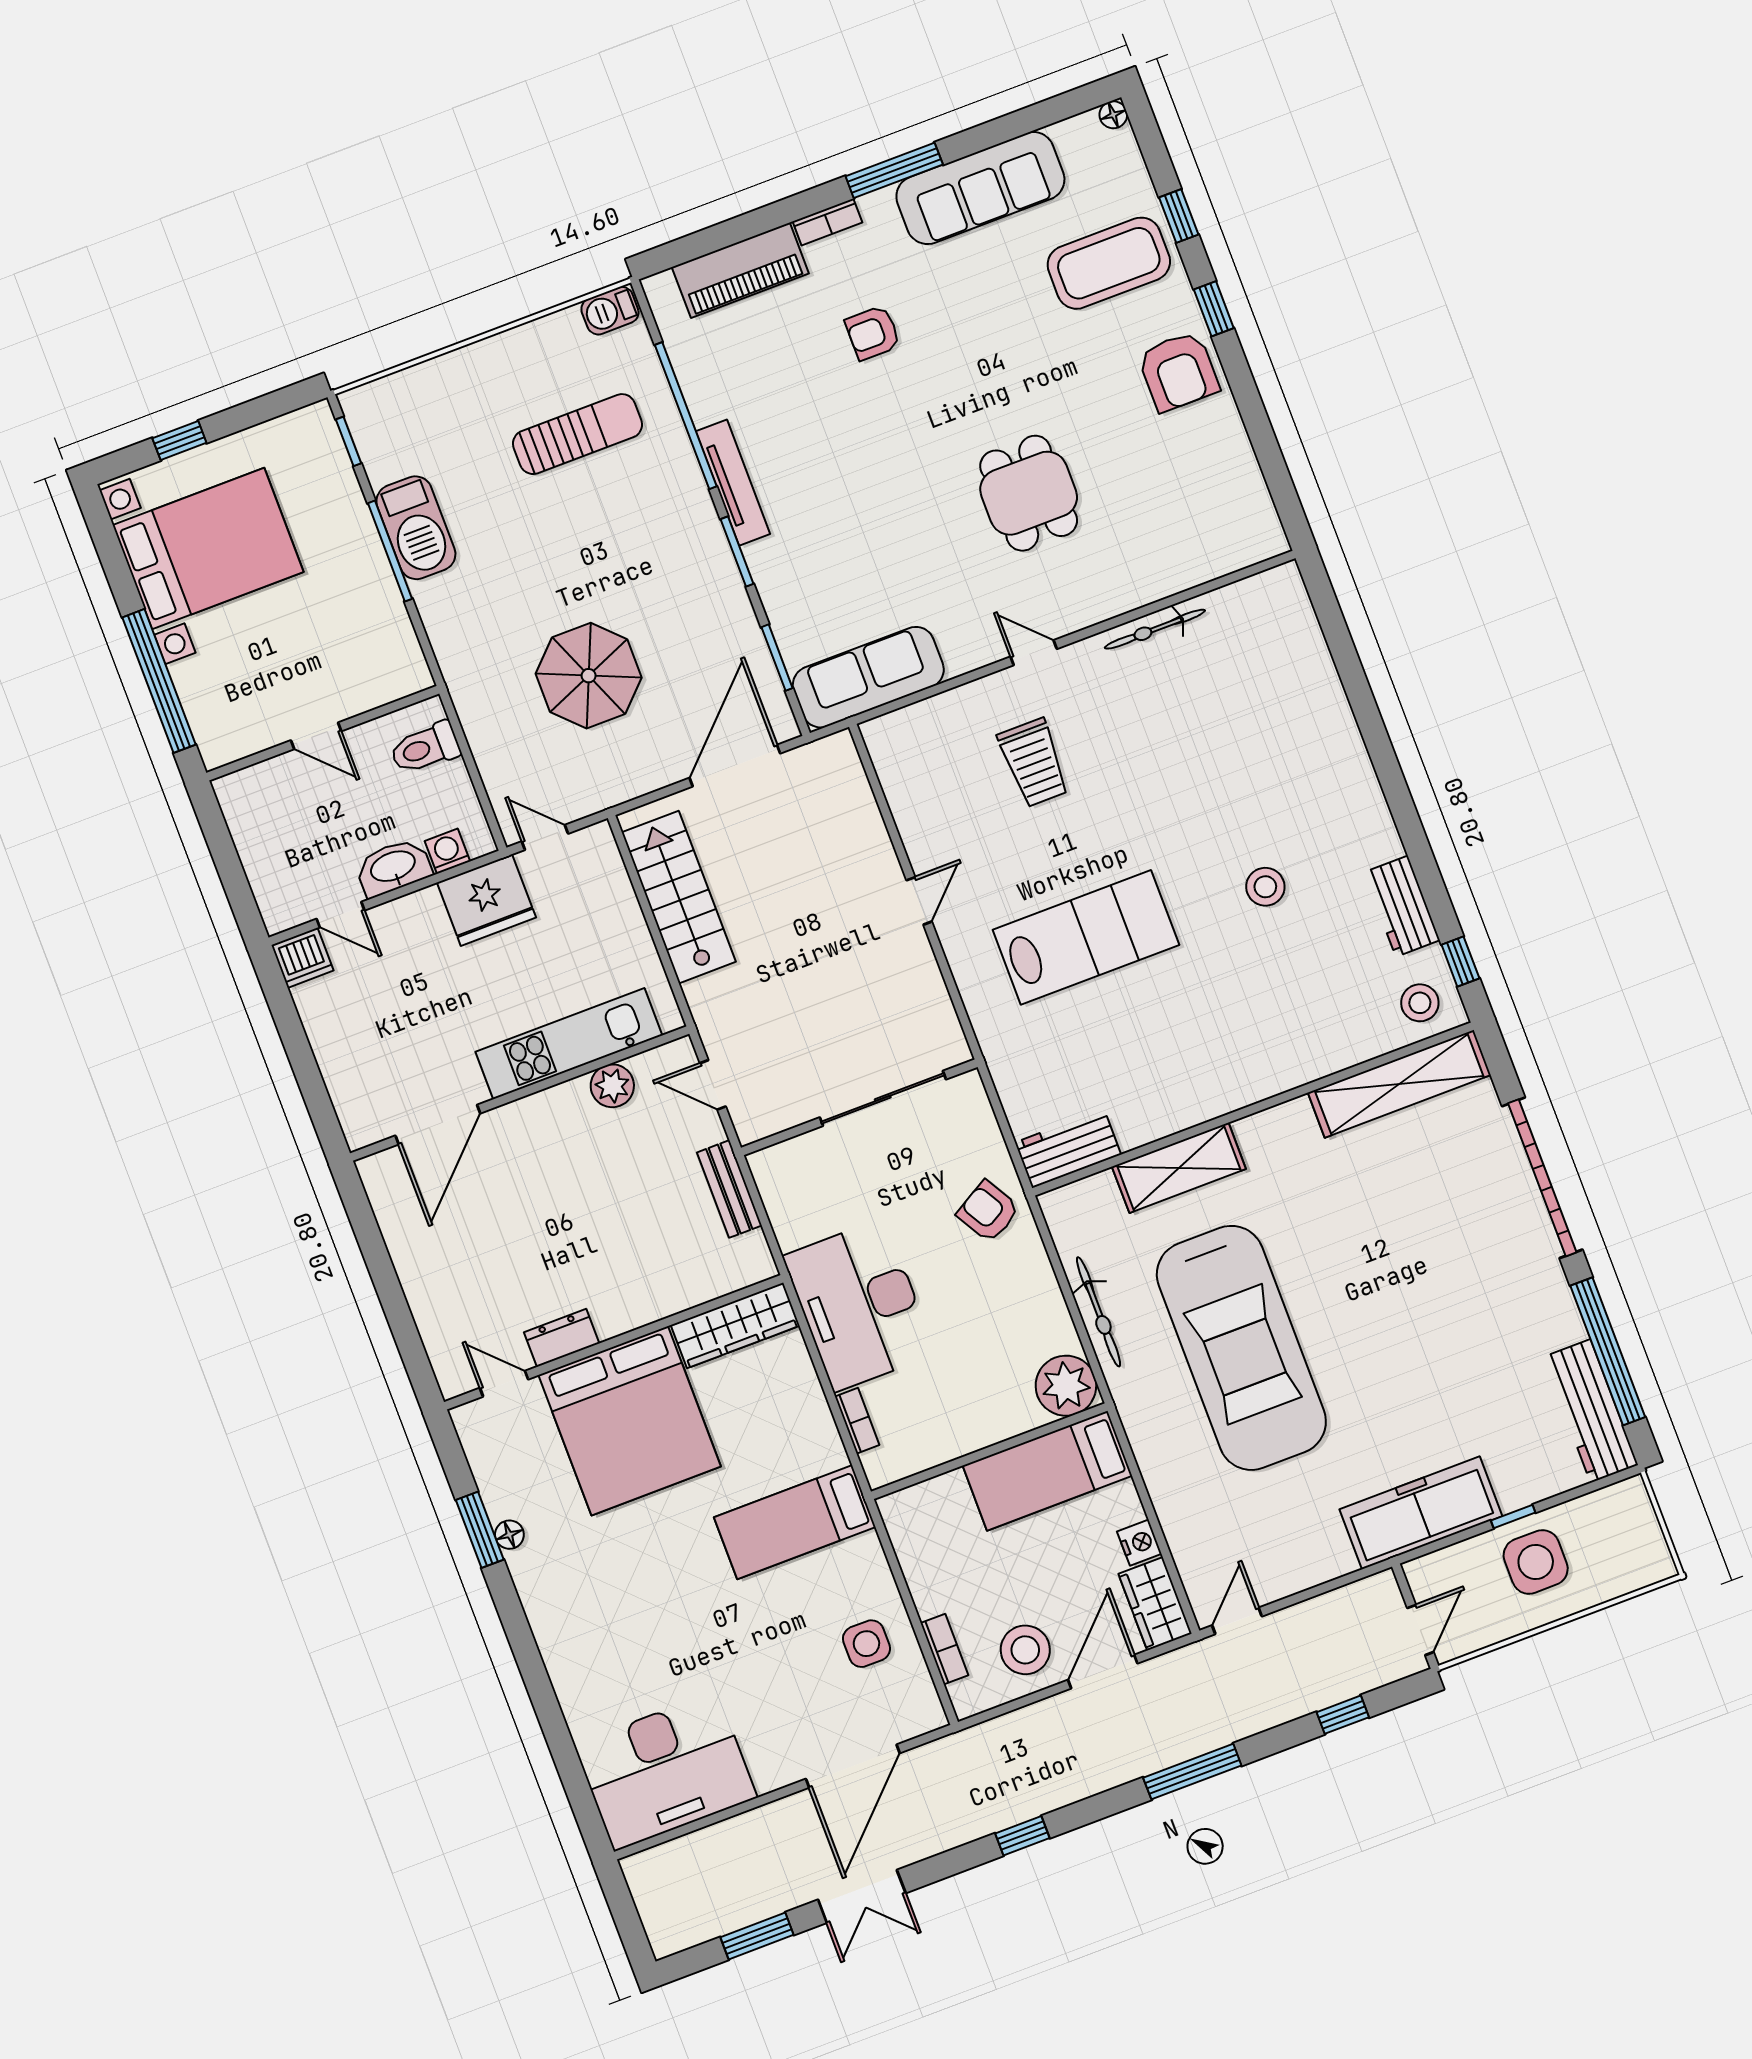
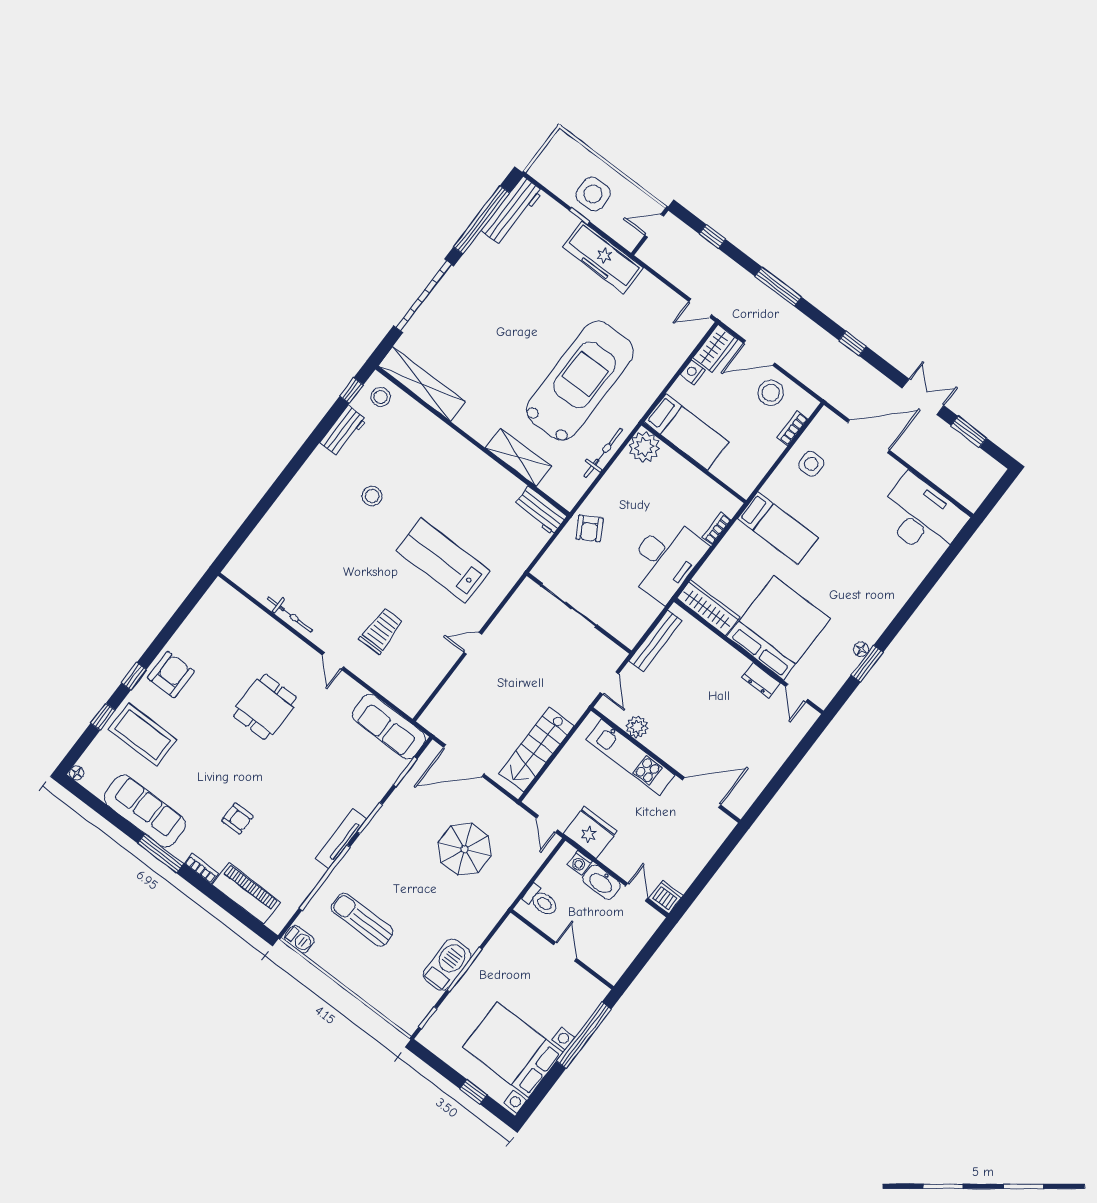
bench: (729, 1189) -> (655, 641), width x1.36

